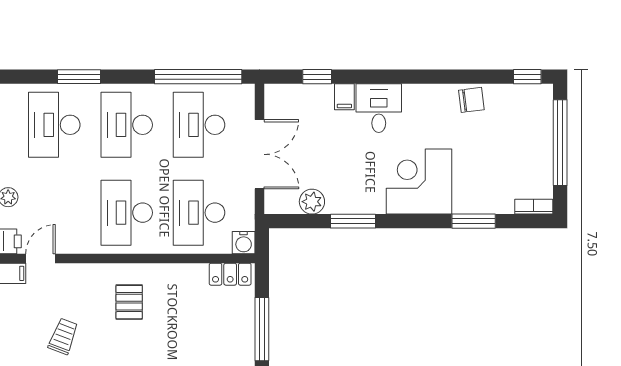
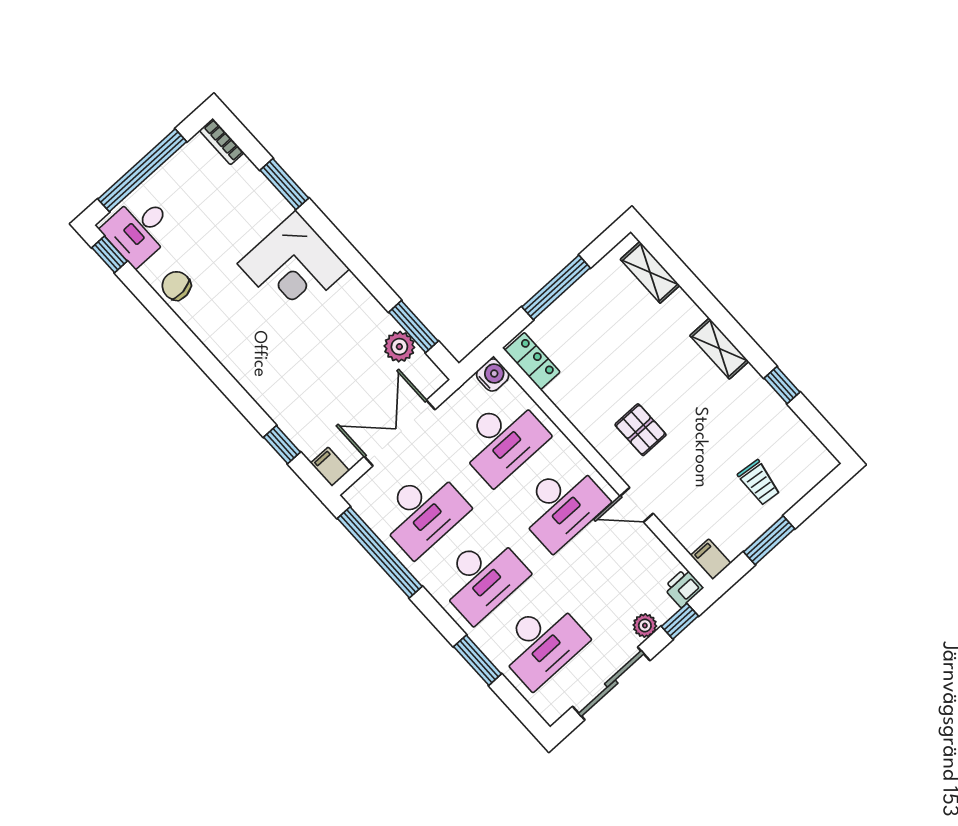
filing cabinet: (344, 97) -> (330, 467), moved, turned -90
desk: (379, 108) -> (139, 230), moved
window: (353, 221) -> (414, 327), moved
door: (40, 258) -> (637, 505), moved
pallet: (129, 302) -> (641, 430), turned 90
trolley: (63, 336) -> (759, 483), moved, turned -105

